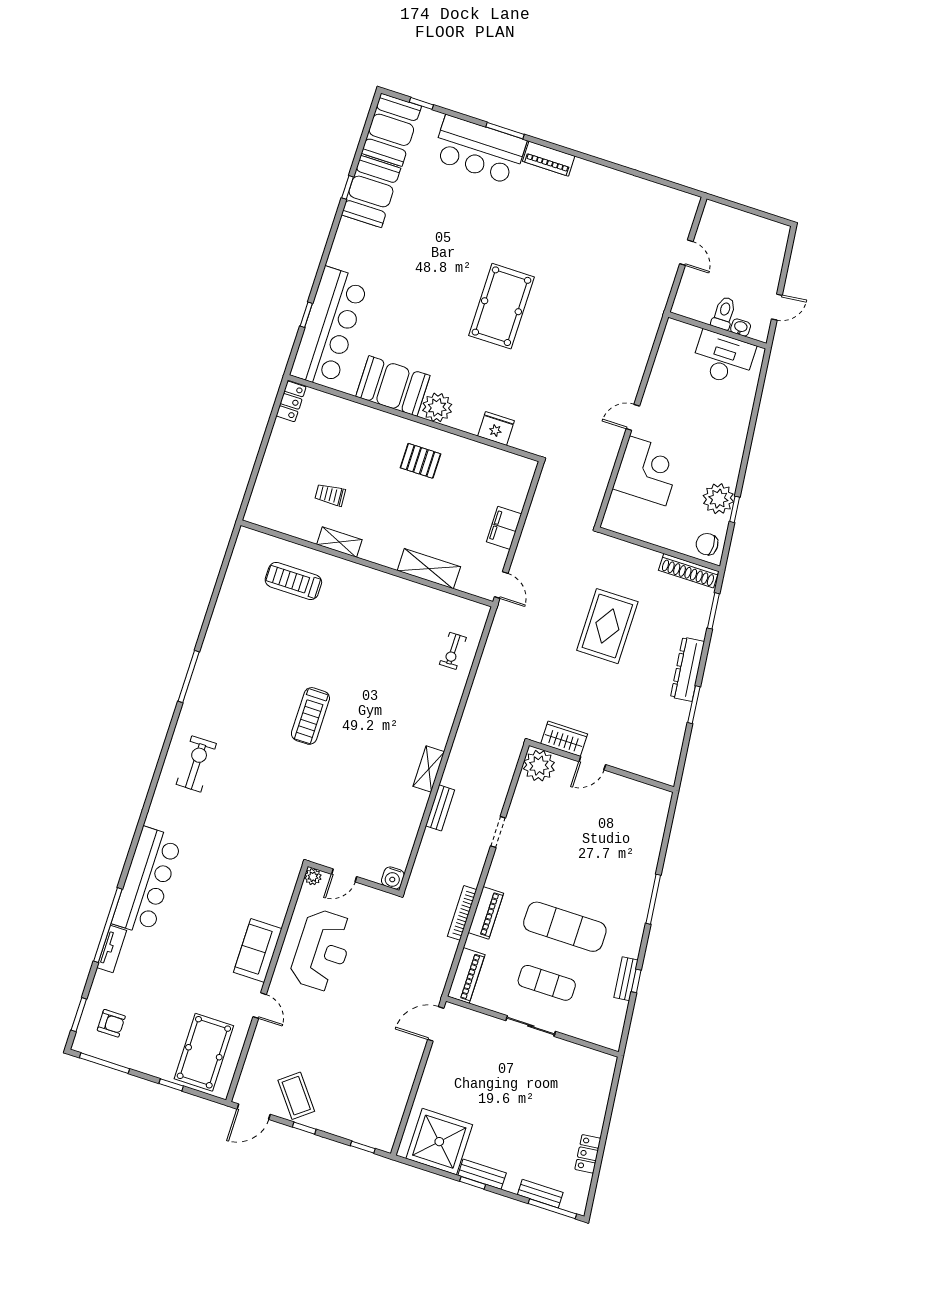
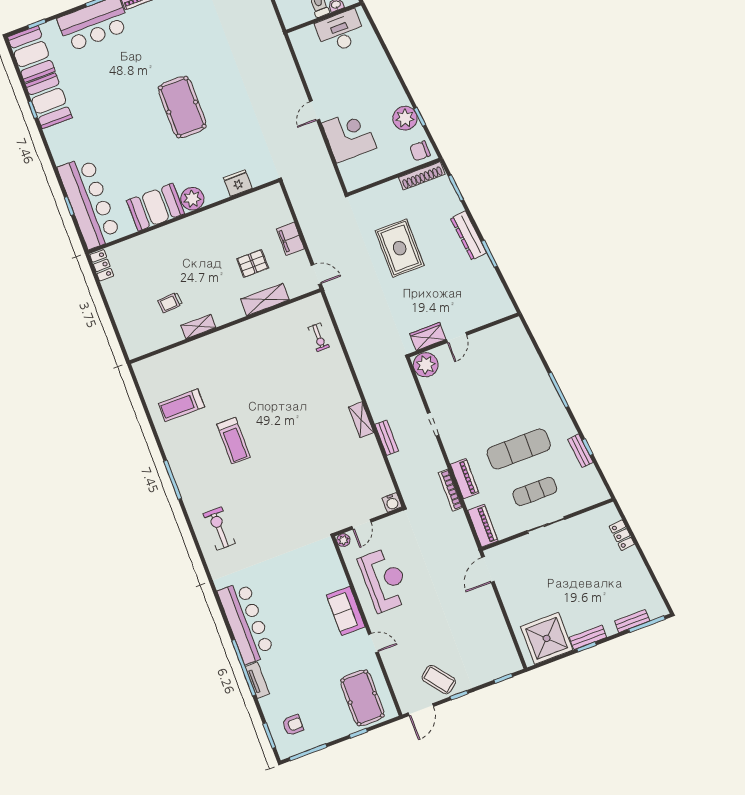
pallet: (420, 461) -> (253, 263), moved
treadmill: (293, 581) -> (181, 405), moved
treadmill: (310, 716) -> (234, 441), moved
locker: (588, 1154) -> (622, 535), moved

